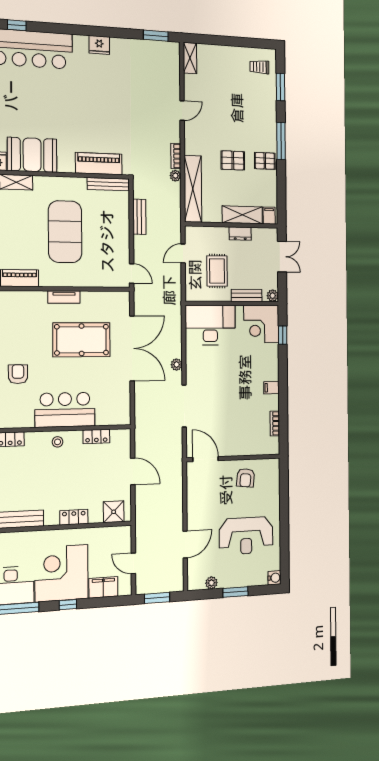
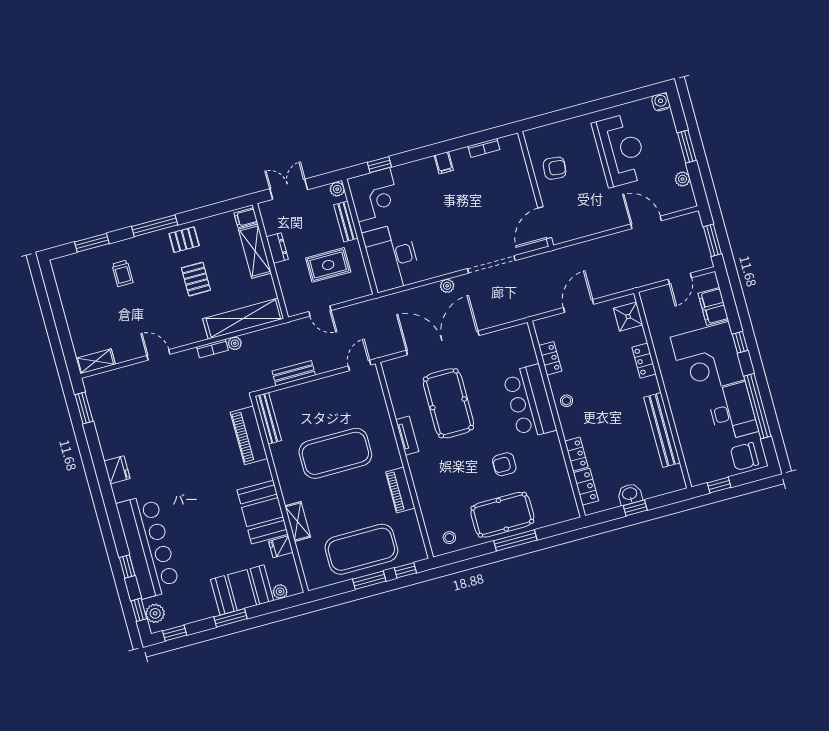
trolley: (259, 67) -> (122, 273), moved
pallet: (265, 161) -> (184, 240), turned 90

